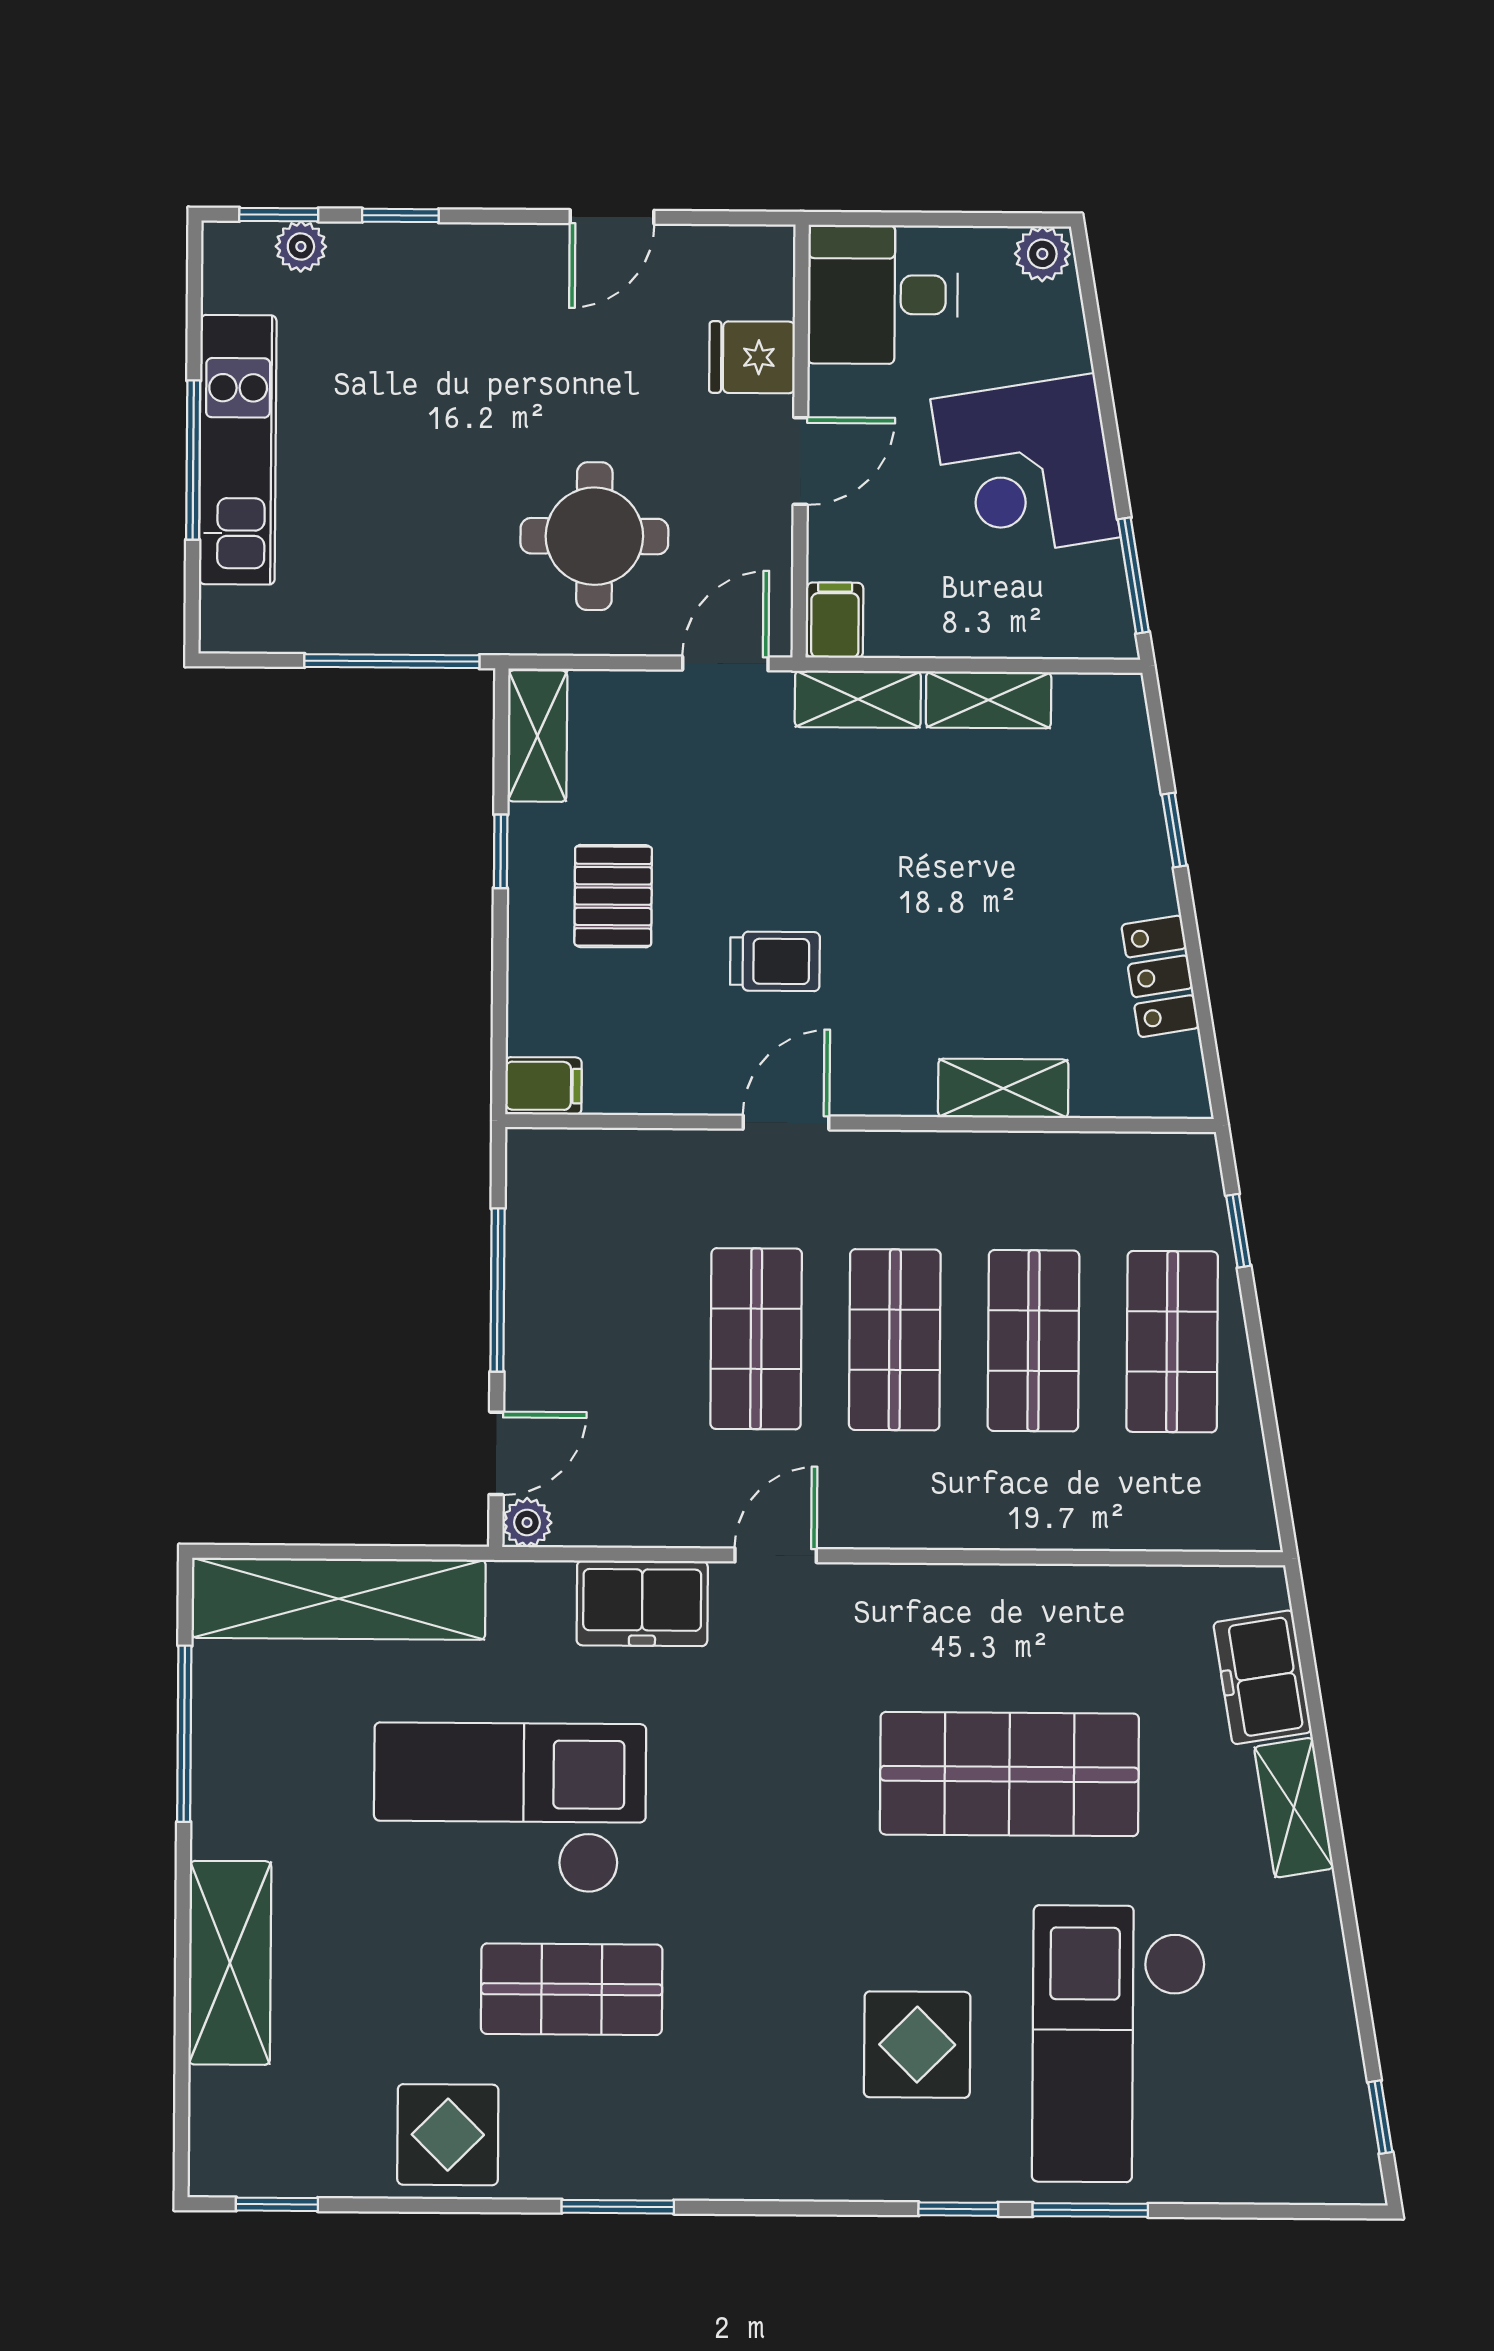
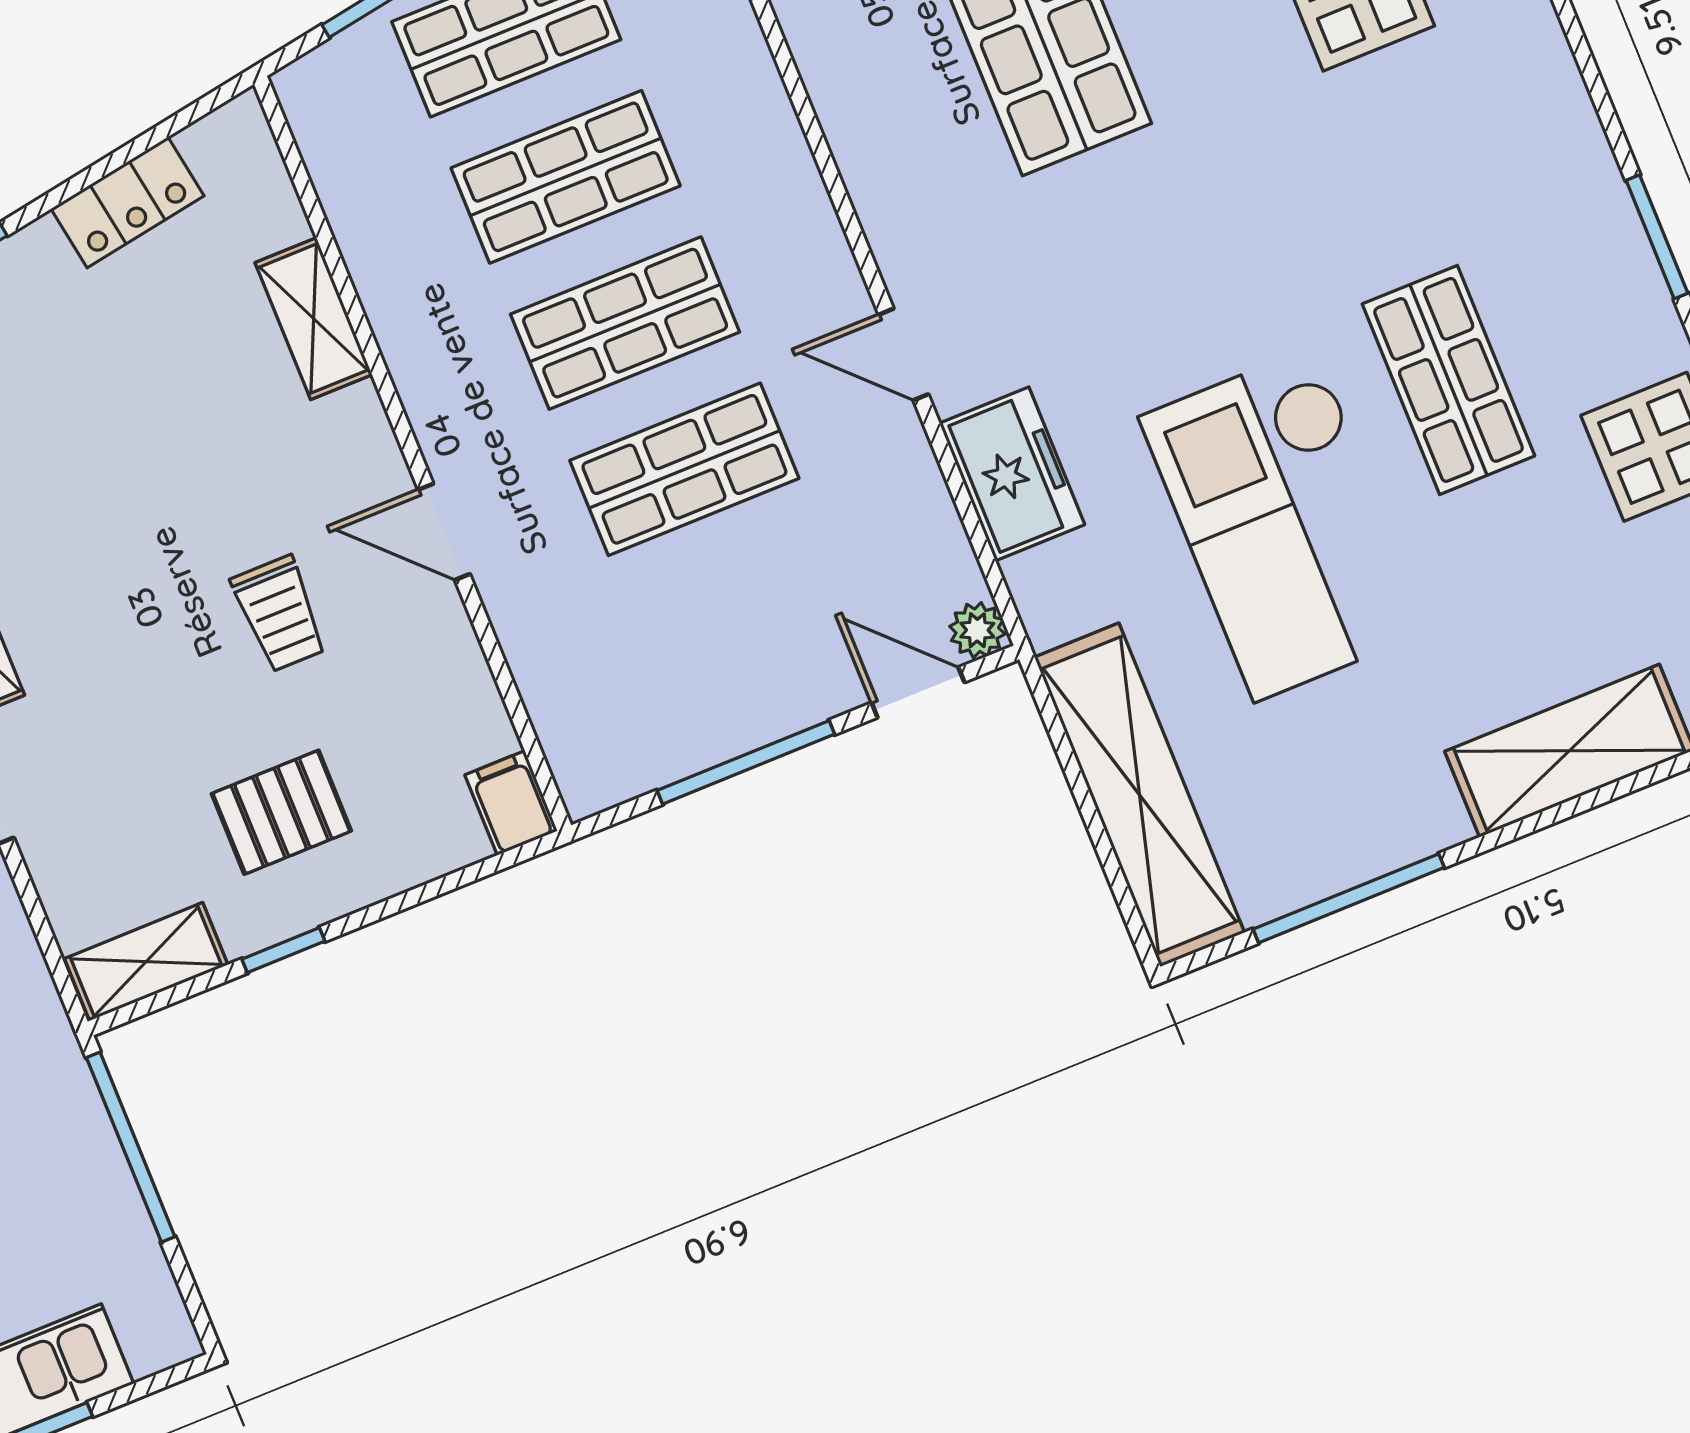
trolley: (775, 961) -> (279, 614), turned 180

